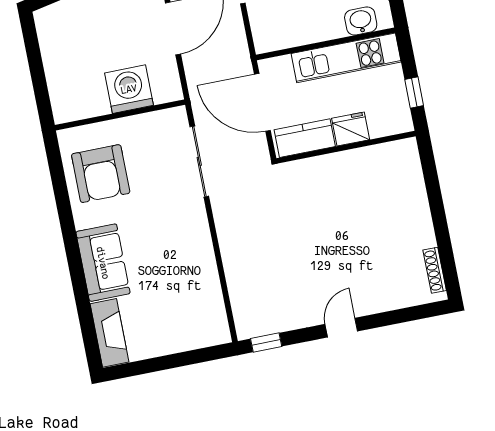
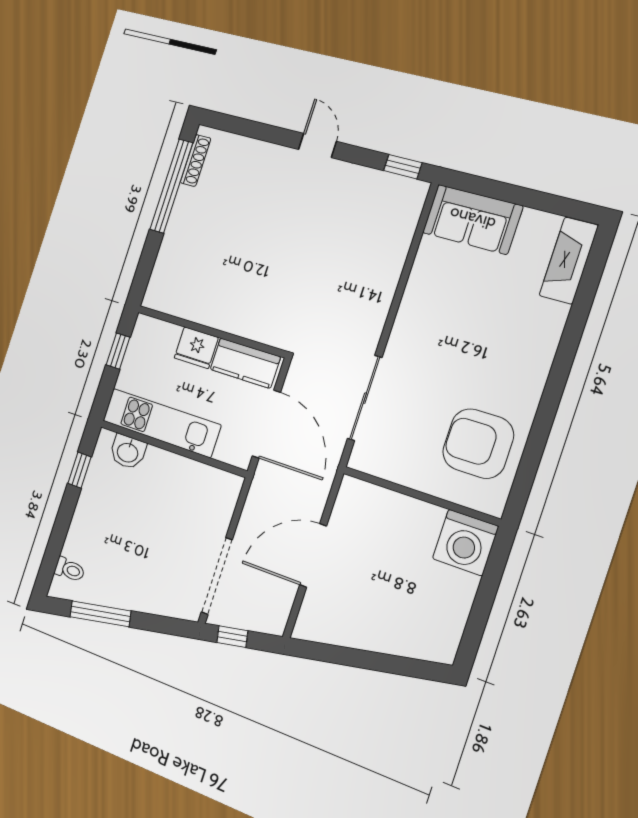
washing machine: (129, 89) -> (466, 543), moved
armchair: (101, 174) -> (478, 444), turned -90
window: (444, 241) -> (171, 186), added
sofa: (103, 263) -> (472, 219), moved, turned -90
door: (341, 328) -> (317, 145), swing flipped

